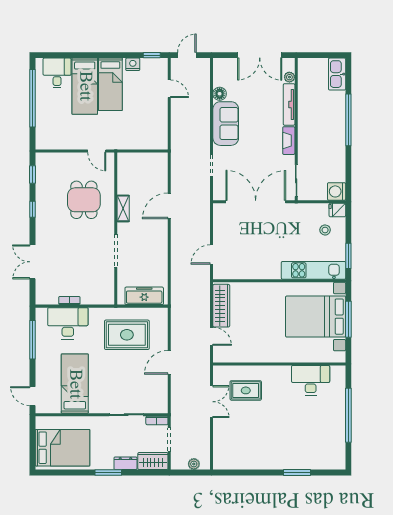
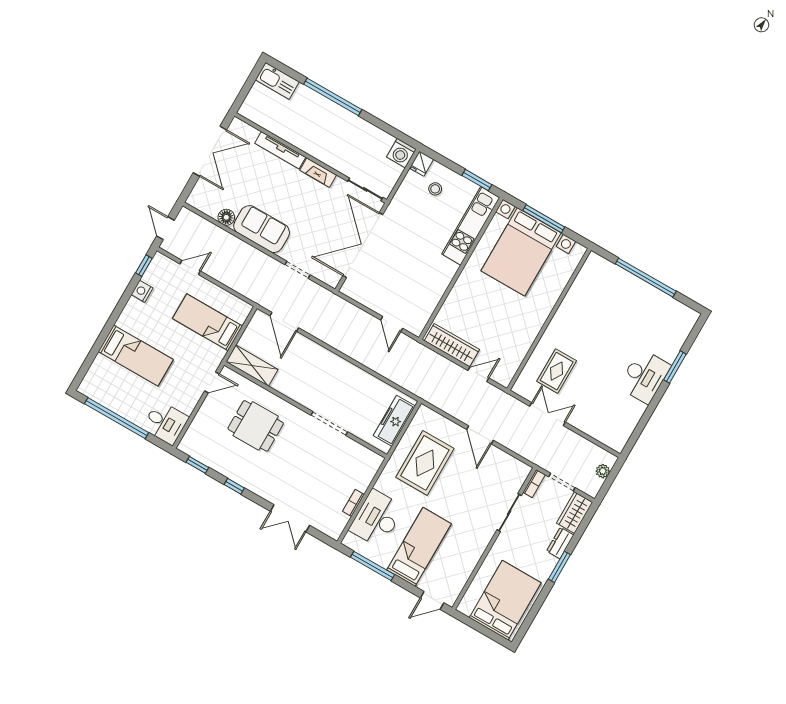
desk: (57, 73) -> (165, 423), moved, turned 180
plant: (289, 77) -> (251, 133), removed
bed: (110, 84) -> (207, 322), moved, turned 180
door: (169, 206) -> (284, 322), moved
shelving: (123, 208) -> (252, 366), moved, width x1.50, depth x1.33
desk: (311, 380) -> (645, 376), moved, turned 180
bed: (75, 384) -> (419, 547), moved, turned 90

